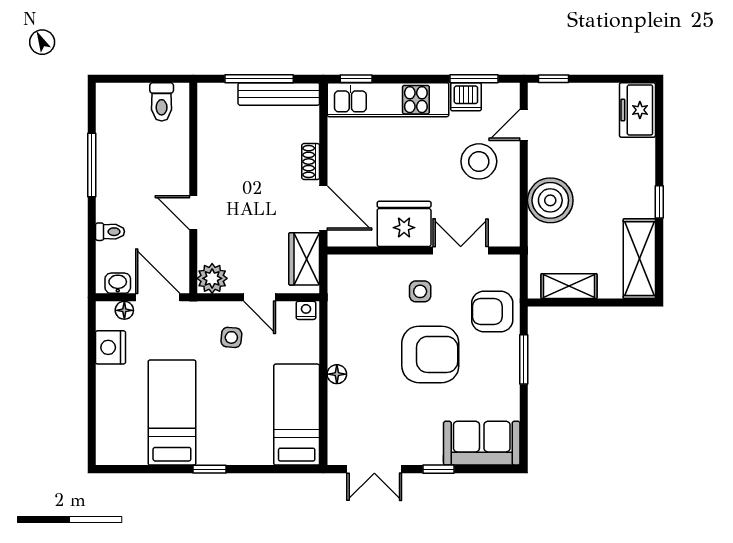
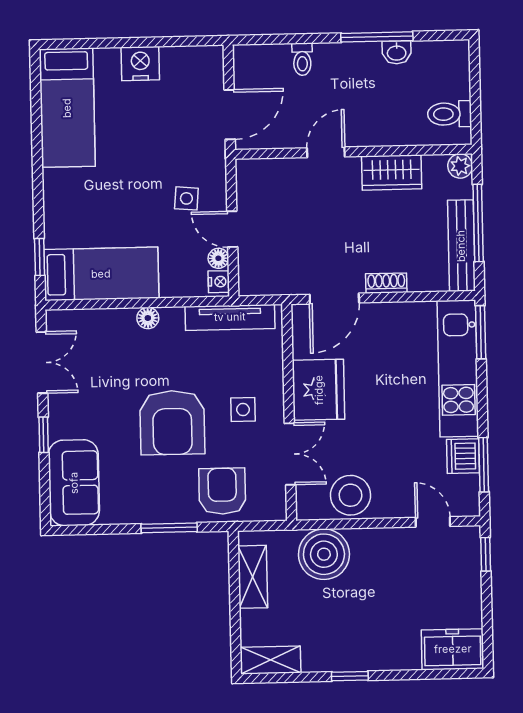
window: (356, 79) -> (481, 332), width x1.50
stool: (479, 161) -> (351, 495), moved
boiler: (550, 200) -> (324, 554), moved
wardrobe: (304, 259) -> (392, 172), moved, turned 180
shelving: (639, 259) -> (271, 660), width x0.67, depth x0.75
plant: (212, 278) -> (460, 166), moved, width x0.73, depth x0.73
washbasin: (118, 283) -> (397, 52), moved, turned 90
door: (260, 297) -> (232, 229), hinge flipped
tv unit: (338, 301) -> (230, 317), added
floor lamp: (124, 310) -> (218, 258), moved
nightstand: (111, 347) -> (140, 64), moved
bed: (172, 413) -> (67, 108), moved, turned 90
window: (209, 469) -> (40, 257), moved
double door: (374, 469) -> (42, 363), swing flipped

